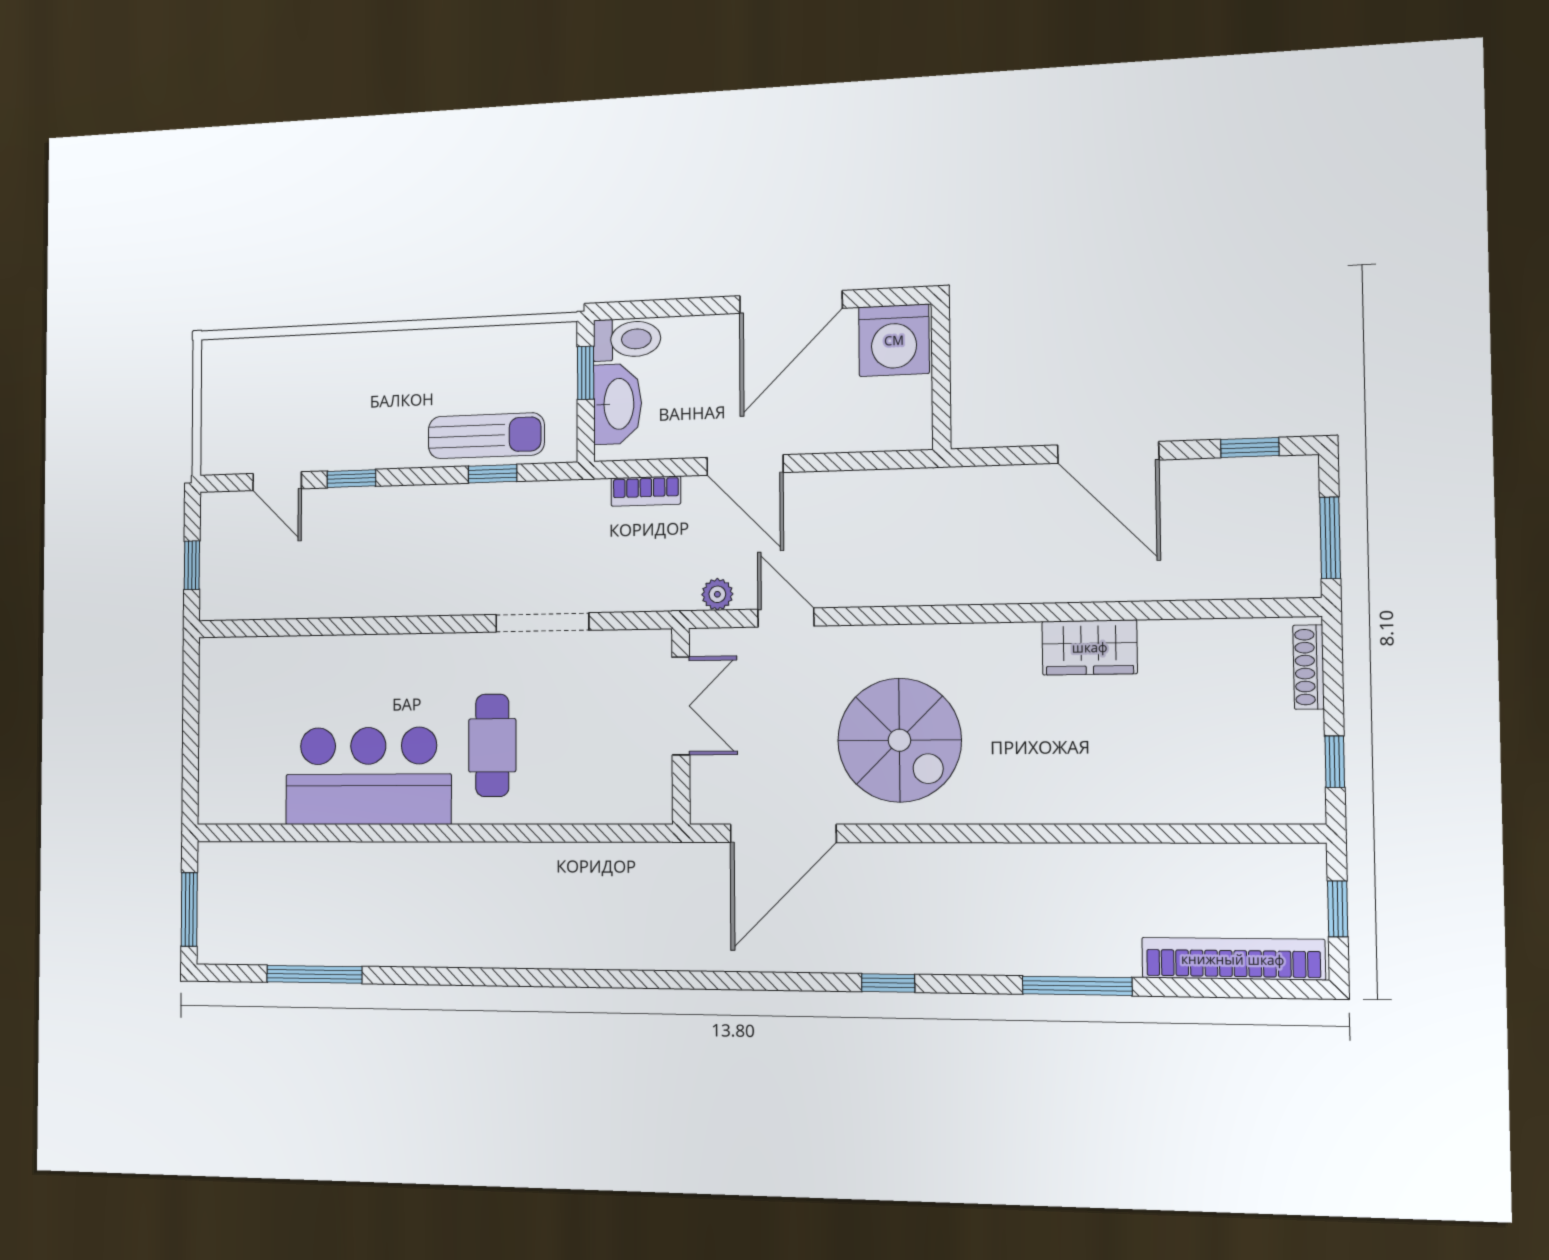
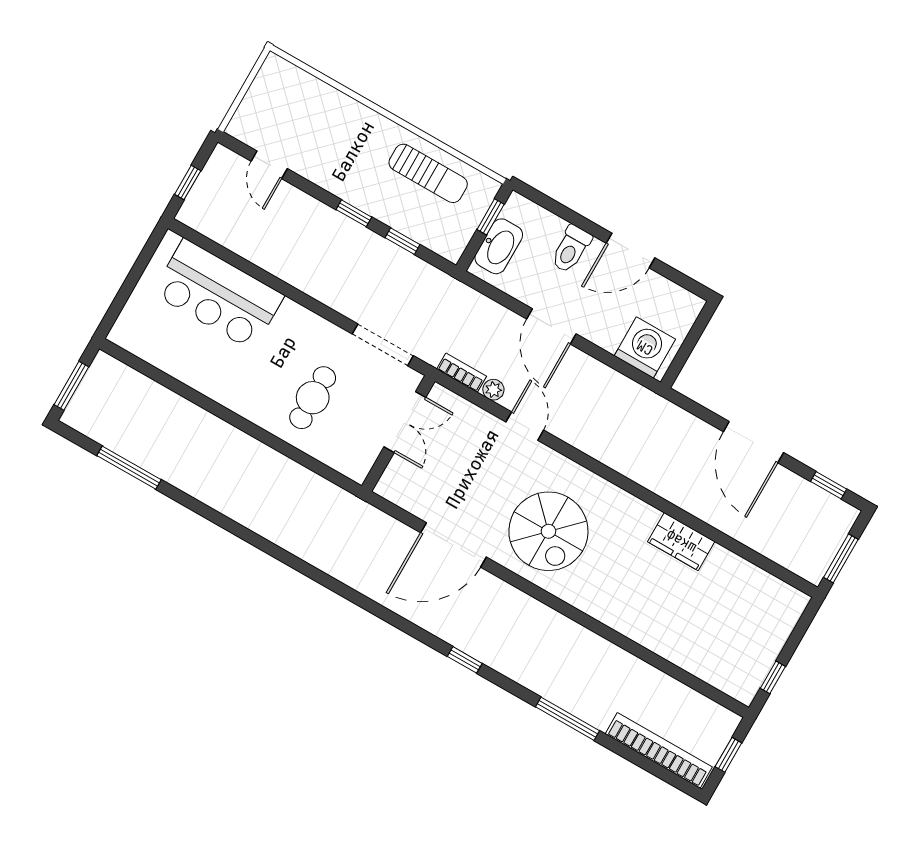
door: (791, 302) -> (631, 250), width x0.73
toilet: (627, 339) -> (571, 249), moved, turned 90
washing machine: (894, 340) -> (645, 348), moved, turned 180
sun lounger: (486, 436) -> (428, 173), moved
window: (351, 479) -> (354, 213), moved
bookcase: (646, 491) -> (462, 373), moved, turned 180
shoe rack: (1309, 667) -> (789, 620), removed
double door: (681, 706) -> (405, 422), moved
wall: (681, 726) -> (398, 434), moved
bar counter: (368, 776) -> (218, 294), moved, turned 180

